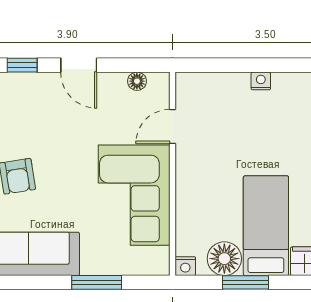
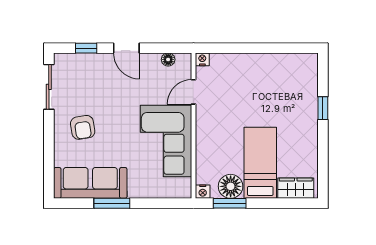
nightstand: (261, 81) -> (202, 59), moved
window: (97, 282) -> (112, 203), moved
window: (246, 282) -> (230, 203), moved

